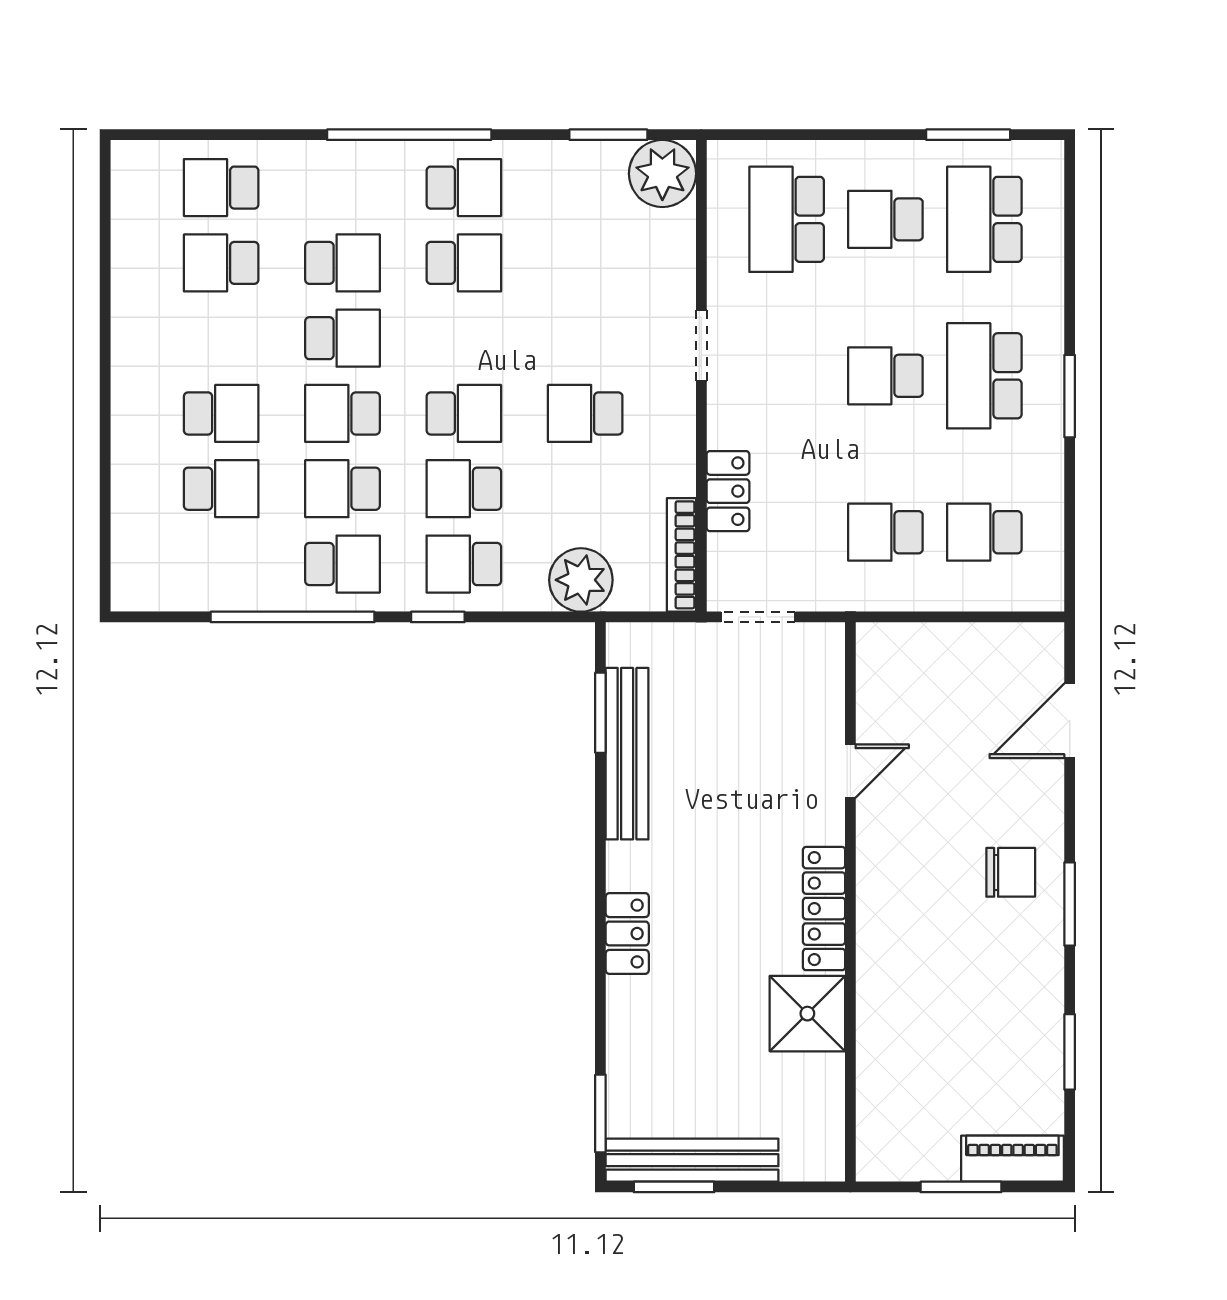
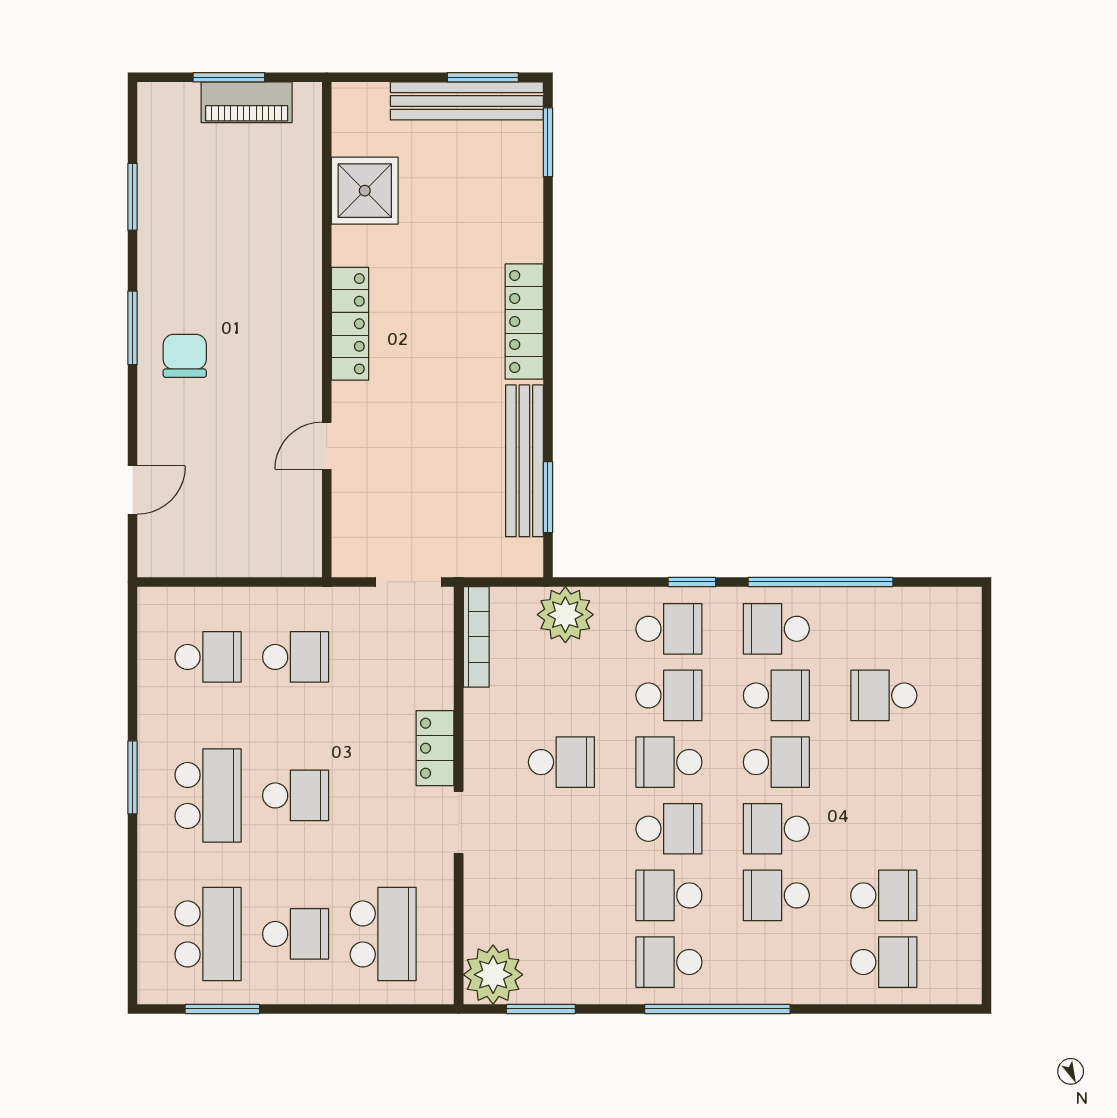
school desk: (221, 413) -> (669, 829), moved, turned 180
locker: (728, 491) -> (435, 748), moved
door: (1070, 721) -> (133, 490), width x0.73
chair: (1011, 872) -> (185, 356), turned 90
locker: (627, 933) -> (524, 322), width x1.53
shower: (807, 1014) -> (365, 191), moved
piano: (1012, 1159) -> (247, 102), moved

